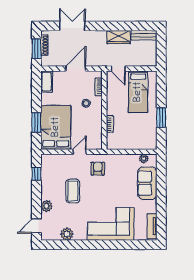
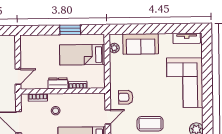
bed: (138, 92) -> (82, 55), moved, turned 180
dresser: (112, 106) -> (58, 83), added
door: (80, 152) -> (108, 117), swing flipped

